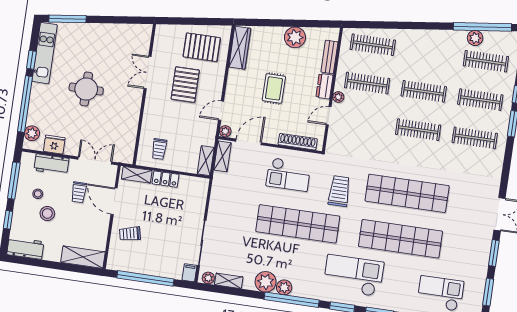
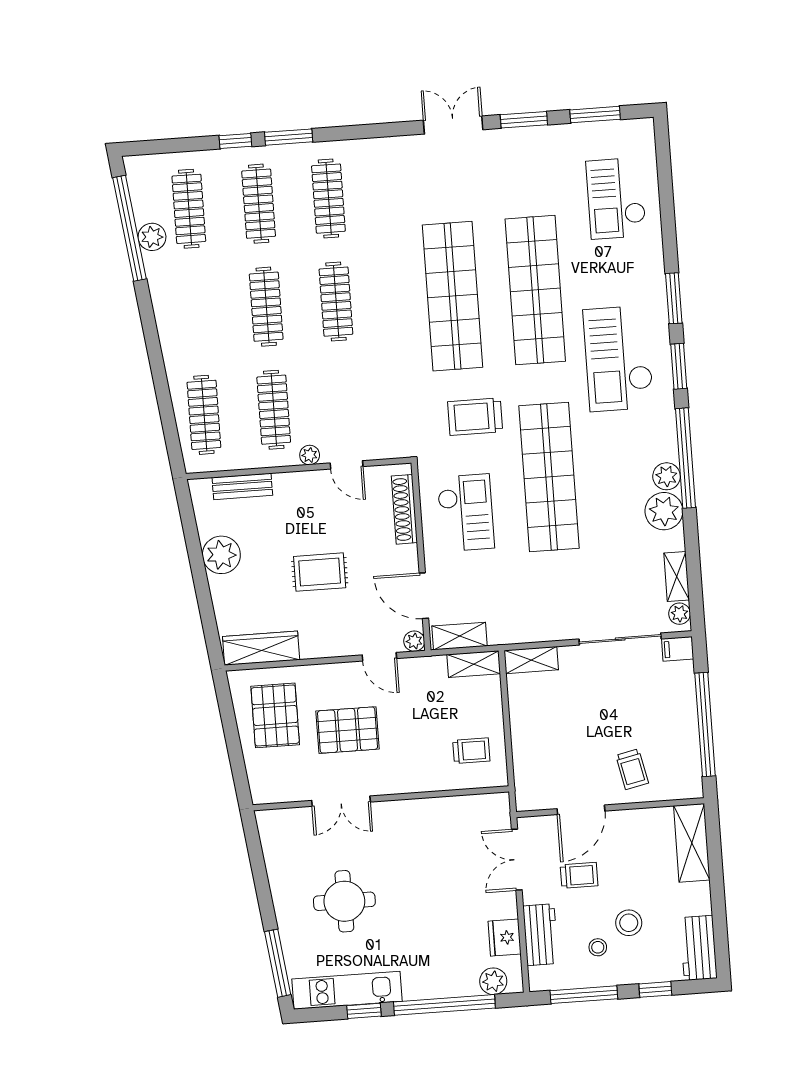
dresser: (324, 86) -> (296, 484), removed
round table: (86, 89) -> (344, 901), moved
shelving: (137, 175) -> (531, 660), moved, turned 90
locker: (165, 179) -> (522, 728), removed

